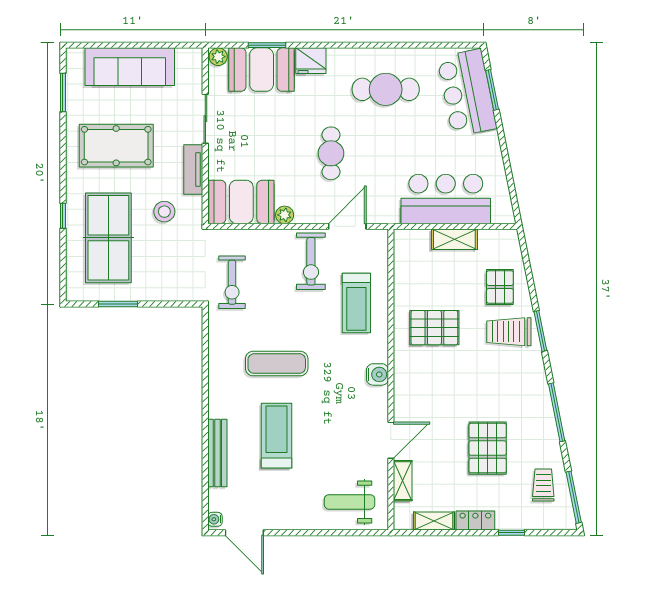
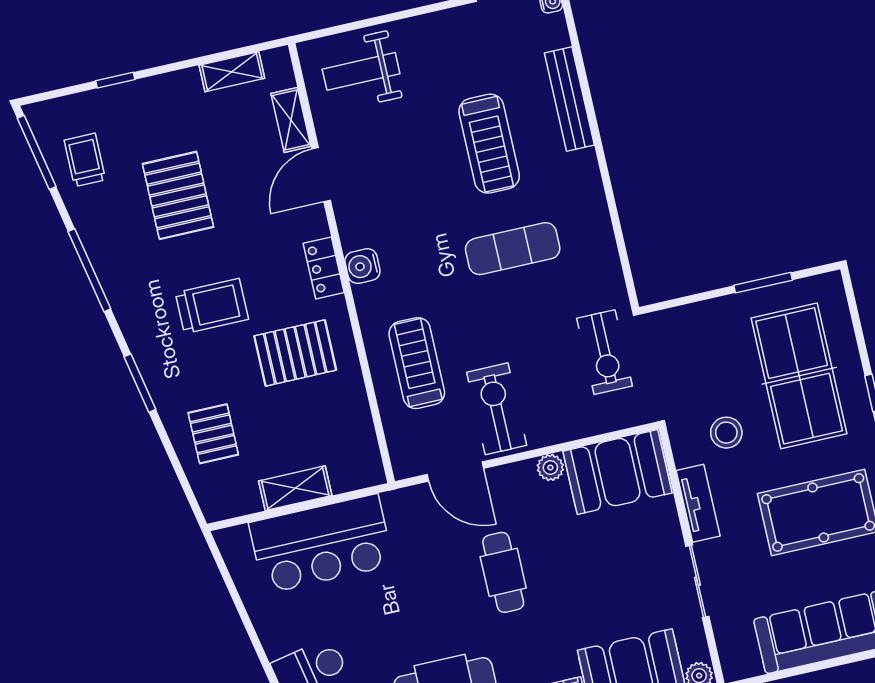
door: (347, 226) -> (455, 471), hinge flipped
exercise bike: (232, 282) -> (605, 352), turned 180
trolley: (509, 332) -> (212, 306), moved
trolley: (543, 485) -> (85, 160), turned 180
weight bench: (350, 502) -> (361, 71), turned 180
locker: (475, 520) -> (324, 268), moved, turned 90

